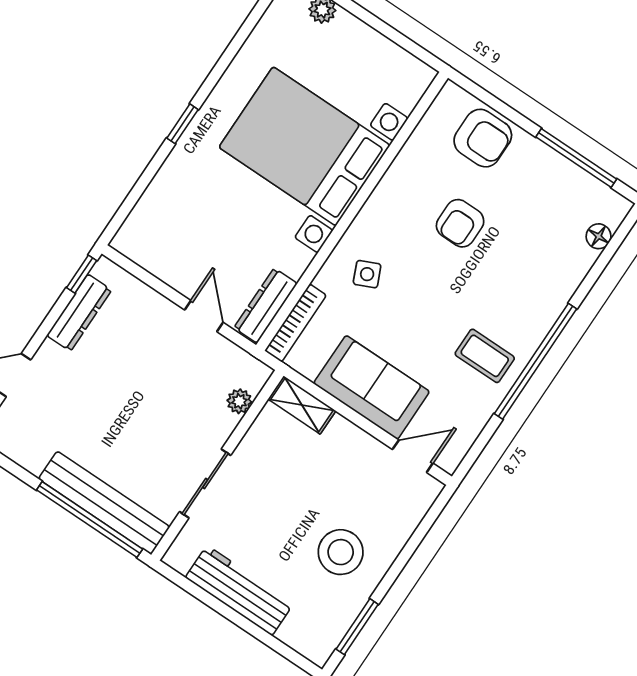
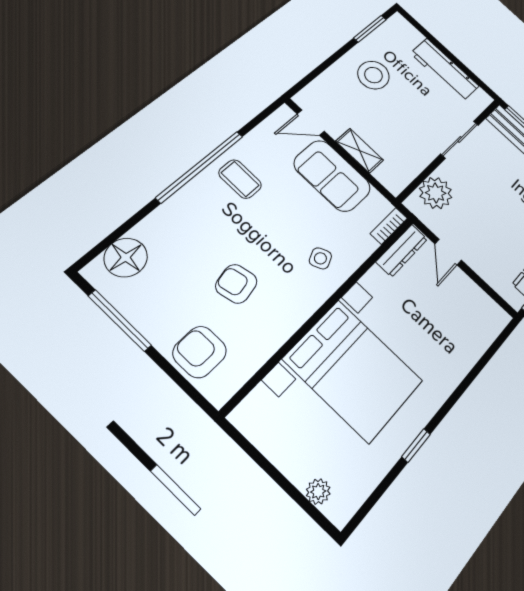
window: (183, 124) -> (416, 445), moved
armchair: (460, 223) -> (236, 284), turned -102
floor lamp: (599, 236) -> (126, 257), width x1.89, depth x1.89
bookcase: (296, 323) -> (389, 226), width x0.64
plant: (239, 401) -> (436, 193), width x1.88, depth x1.88
shelving: (302, 405) -> (360, 151), moved

